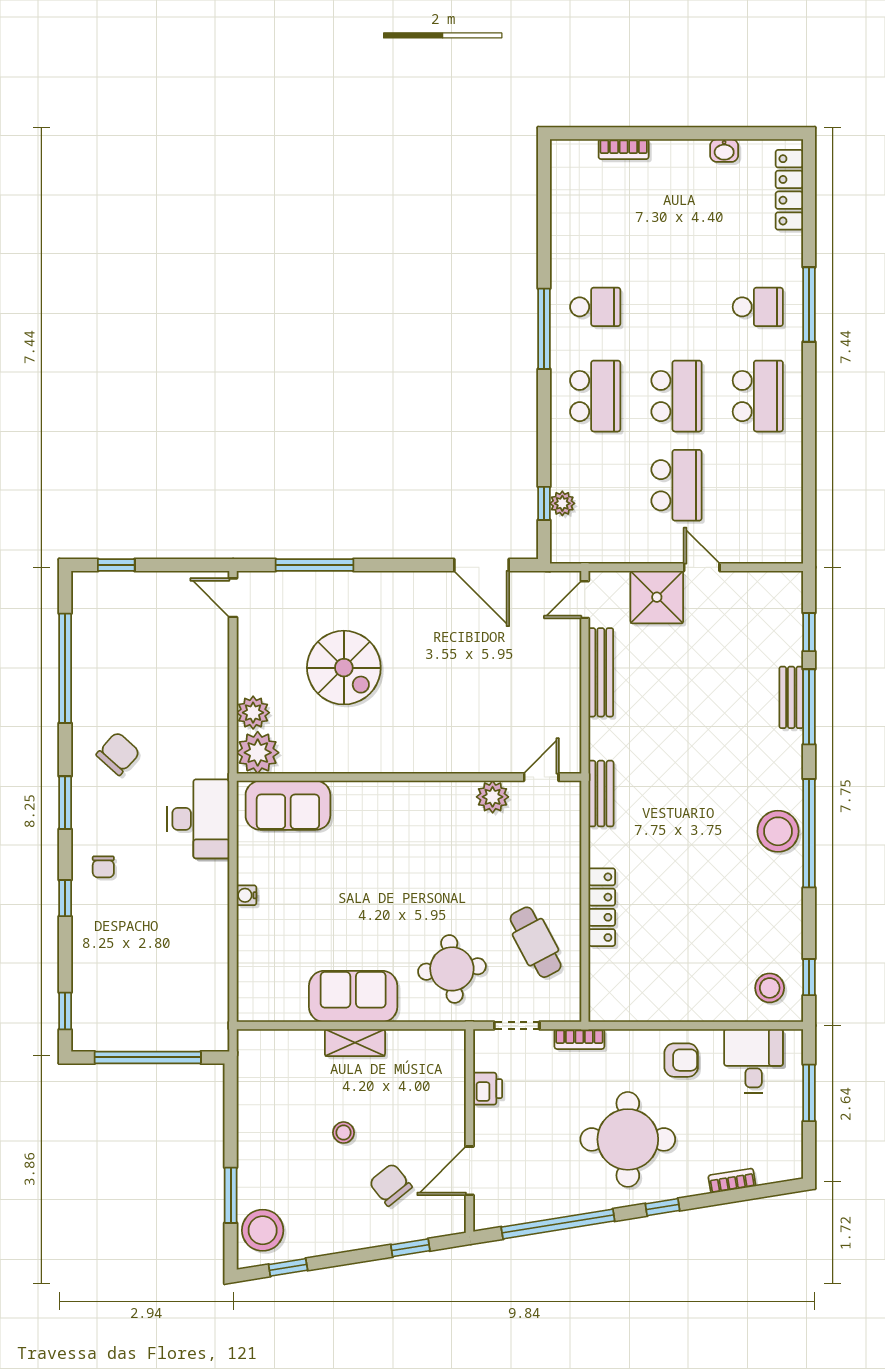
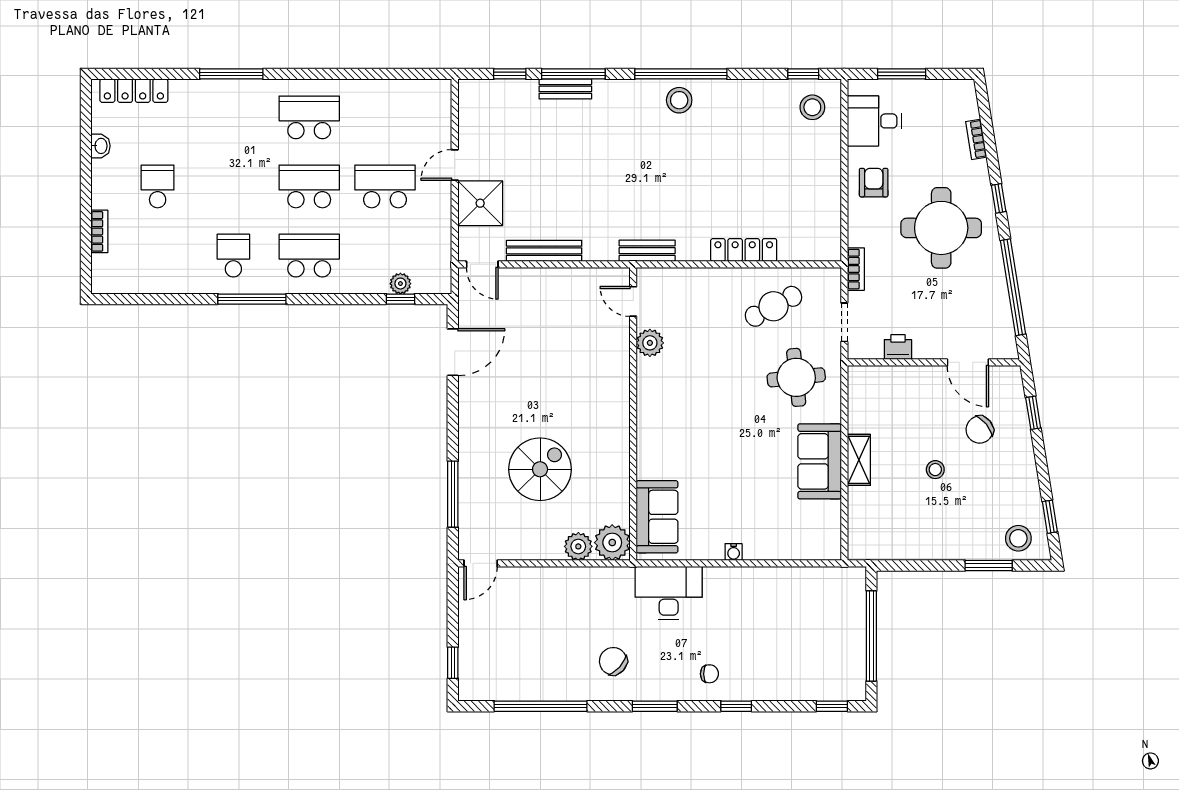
school desk: (758, 307) -> (158, 186), moved
stool: (778, 831) -> (679, 100), width x0.73, depth x0.73
stool: (263, 1230) -> (1018, 538), width x0.73, depth x0.73

